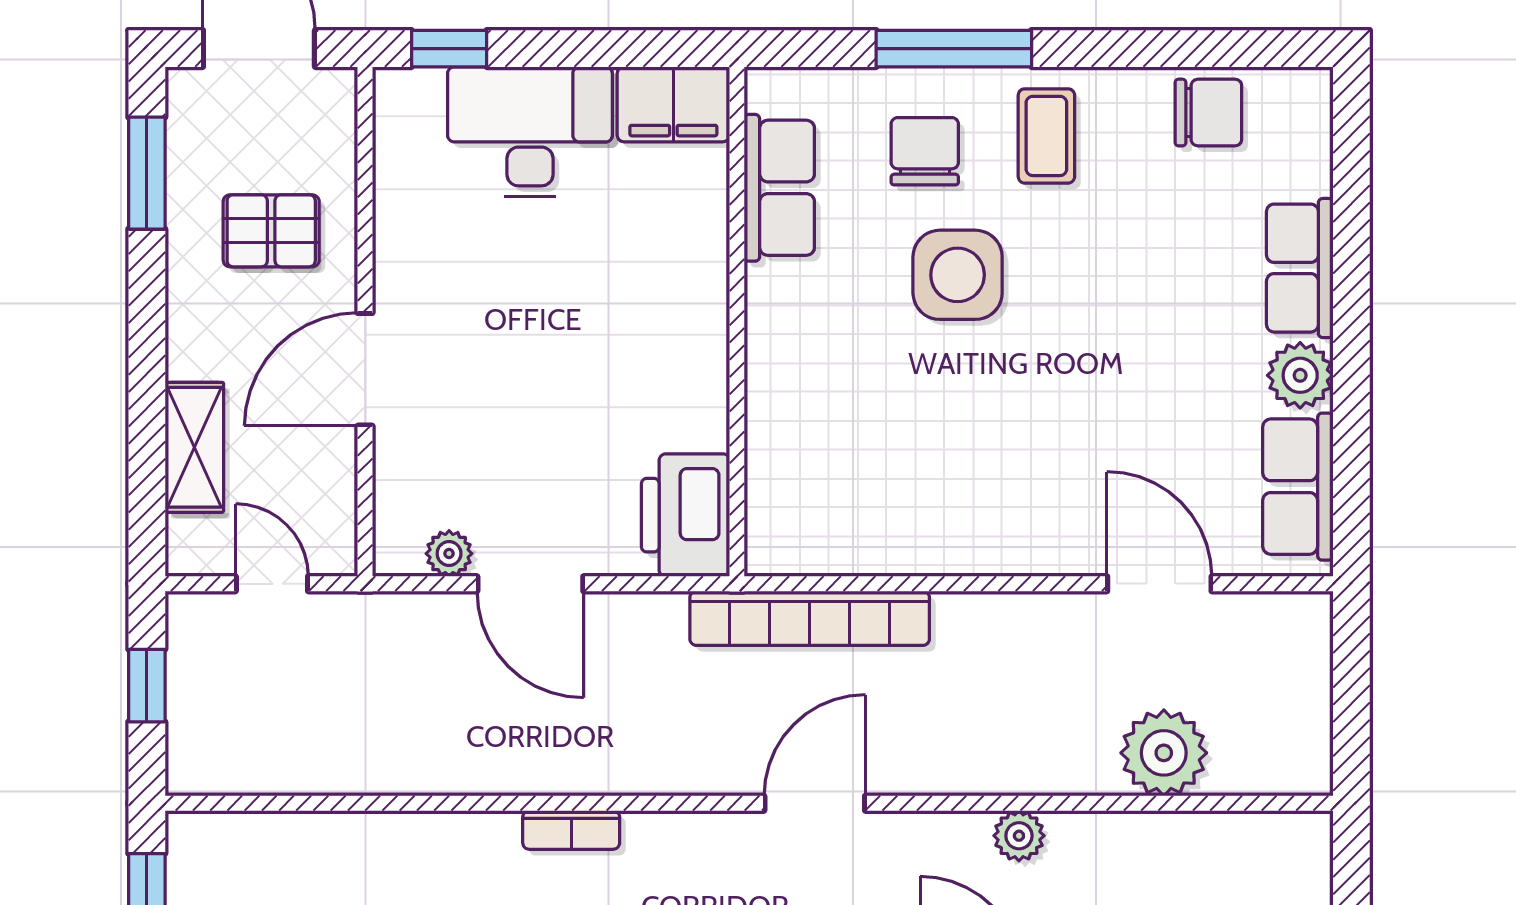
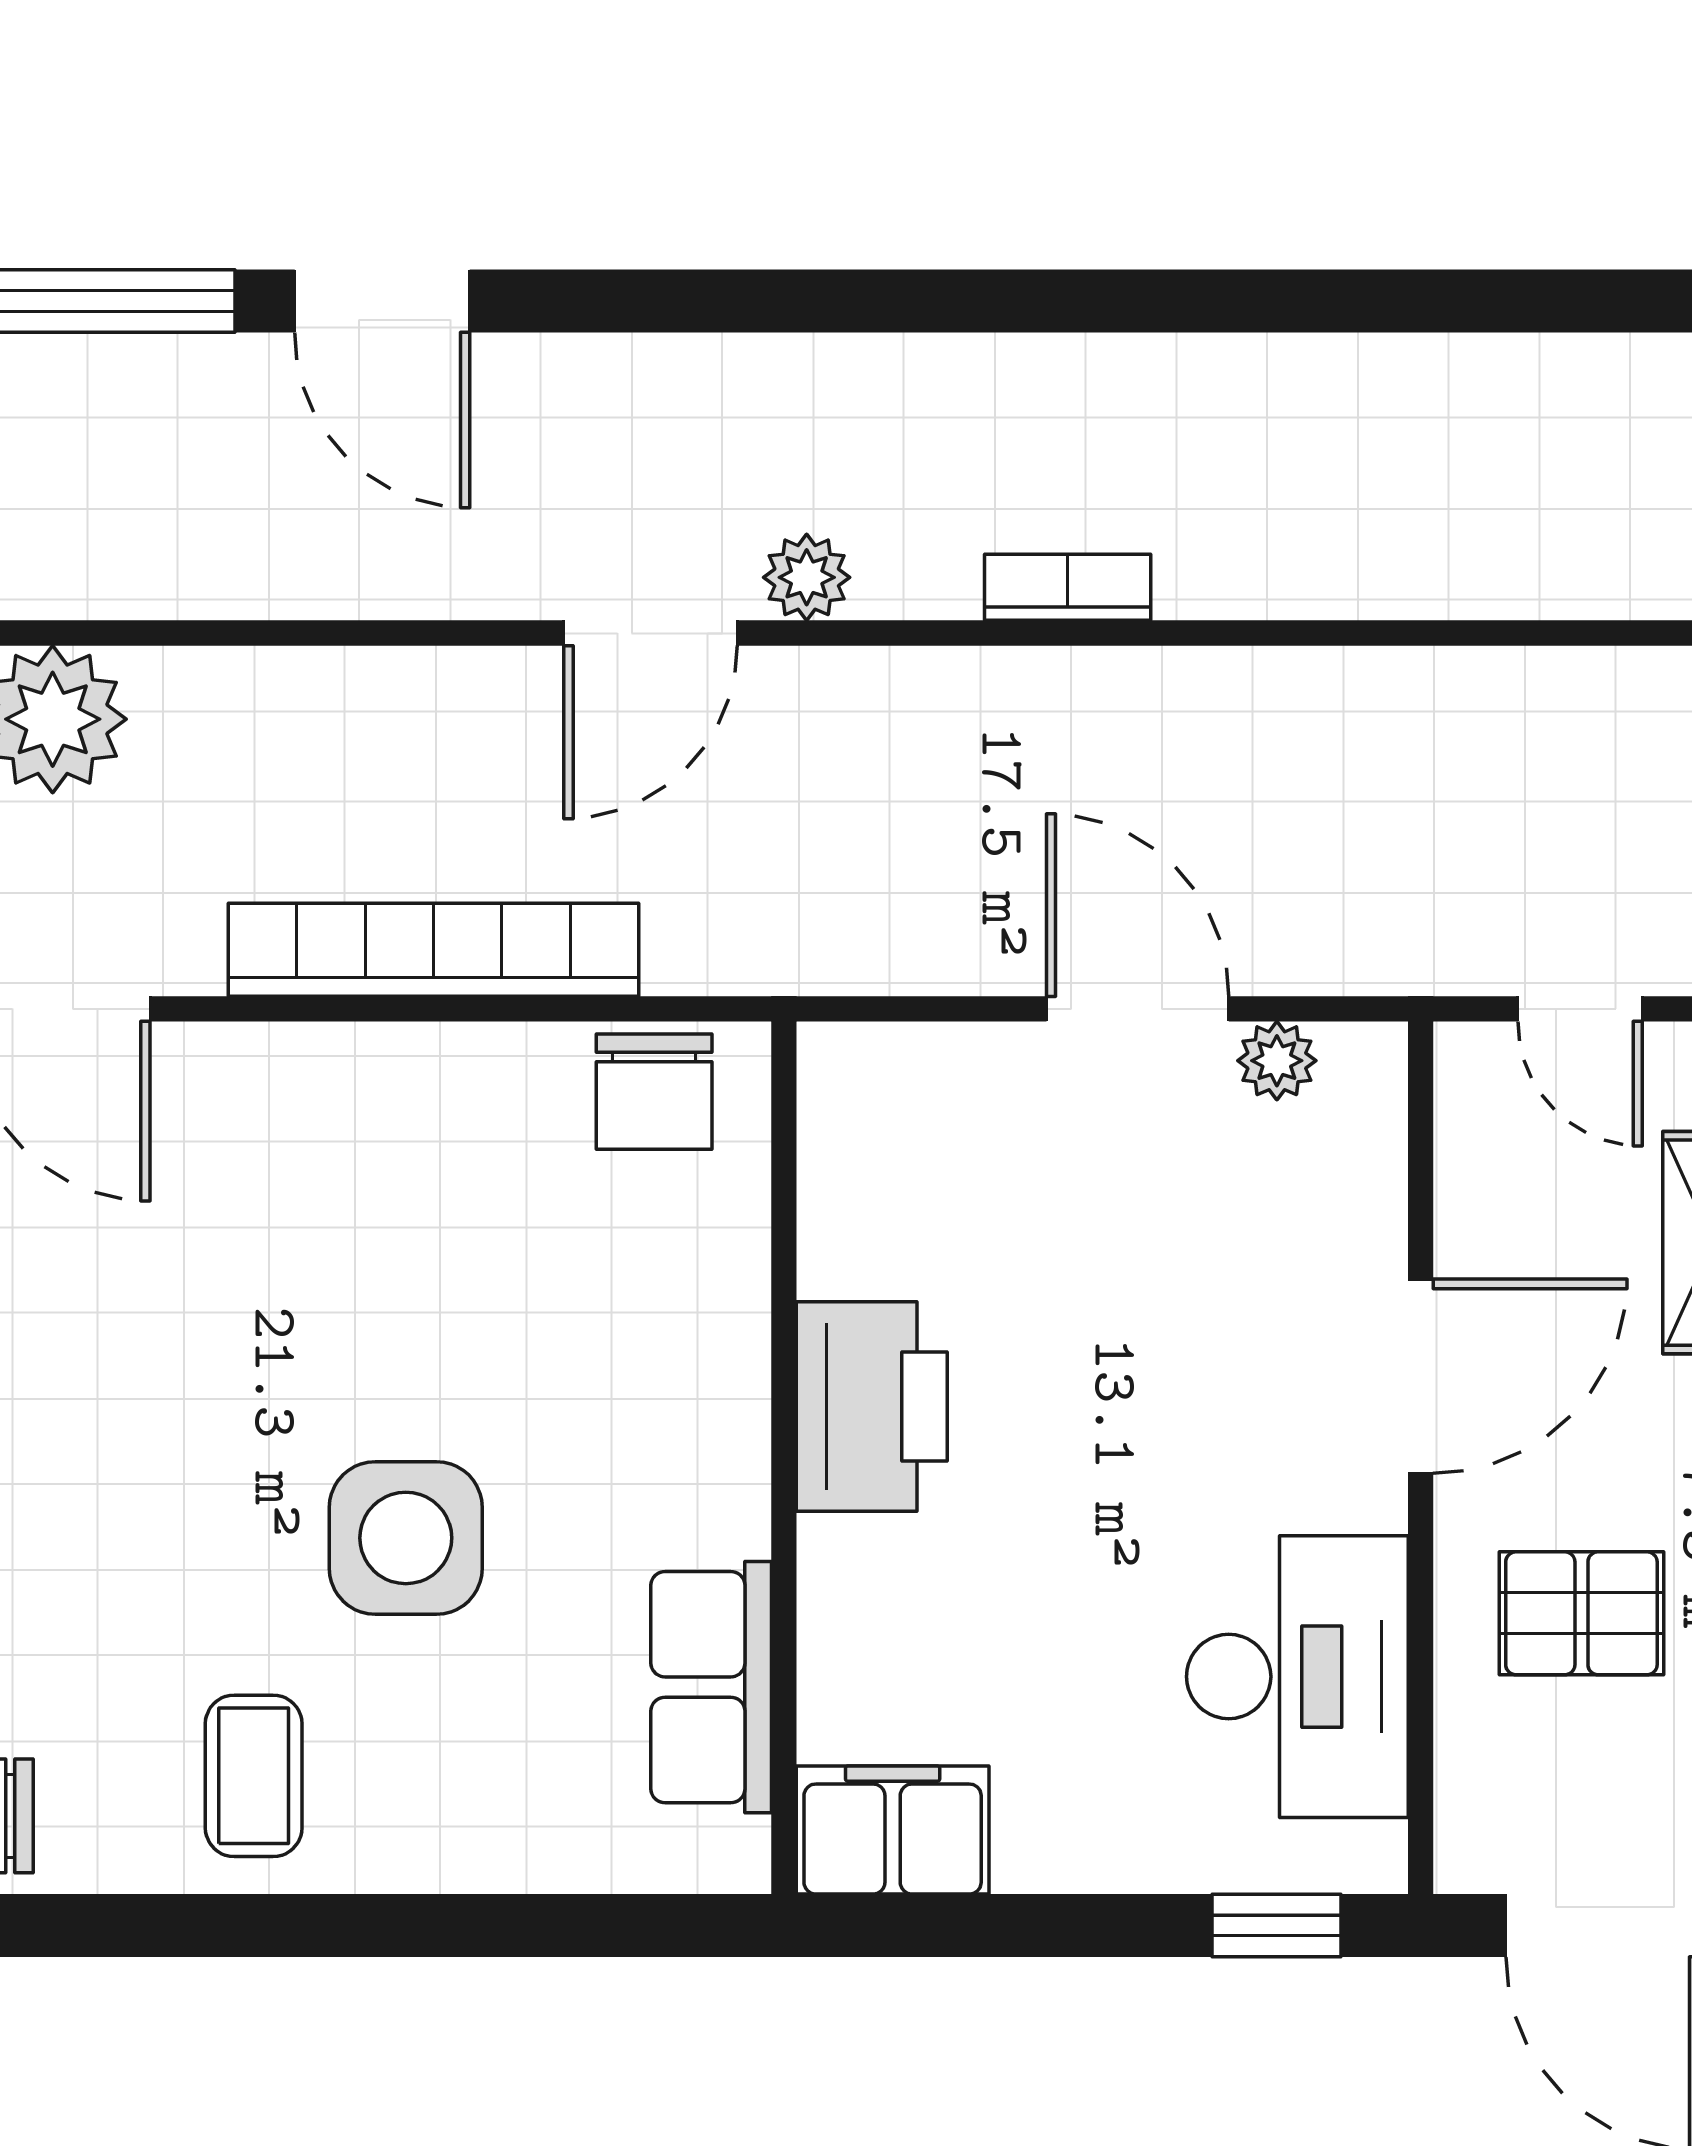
window: (954, 49) -> (412, 1925), removed
desk: (530, 132) -> (1297, 1677), moved, turned -90
chair: (925, 151) -> (654, 1092), moved
printer: (686, 515) -> (872, 1406), moved
bookcase: (810, 618) -> (434, 950), moved
plant: (1019, 836) -> (807, 577), moved

